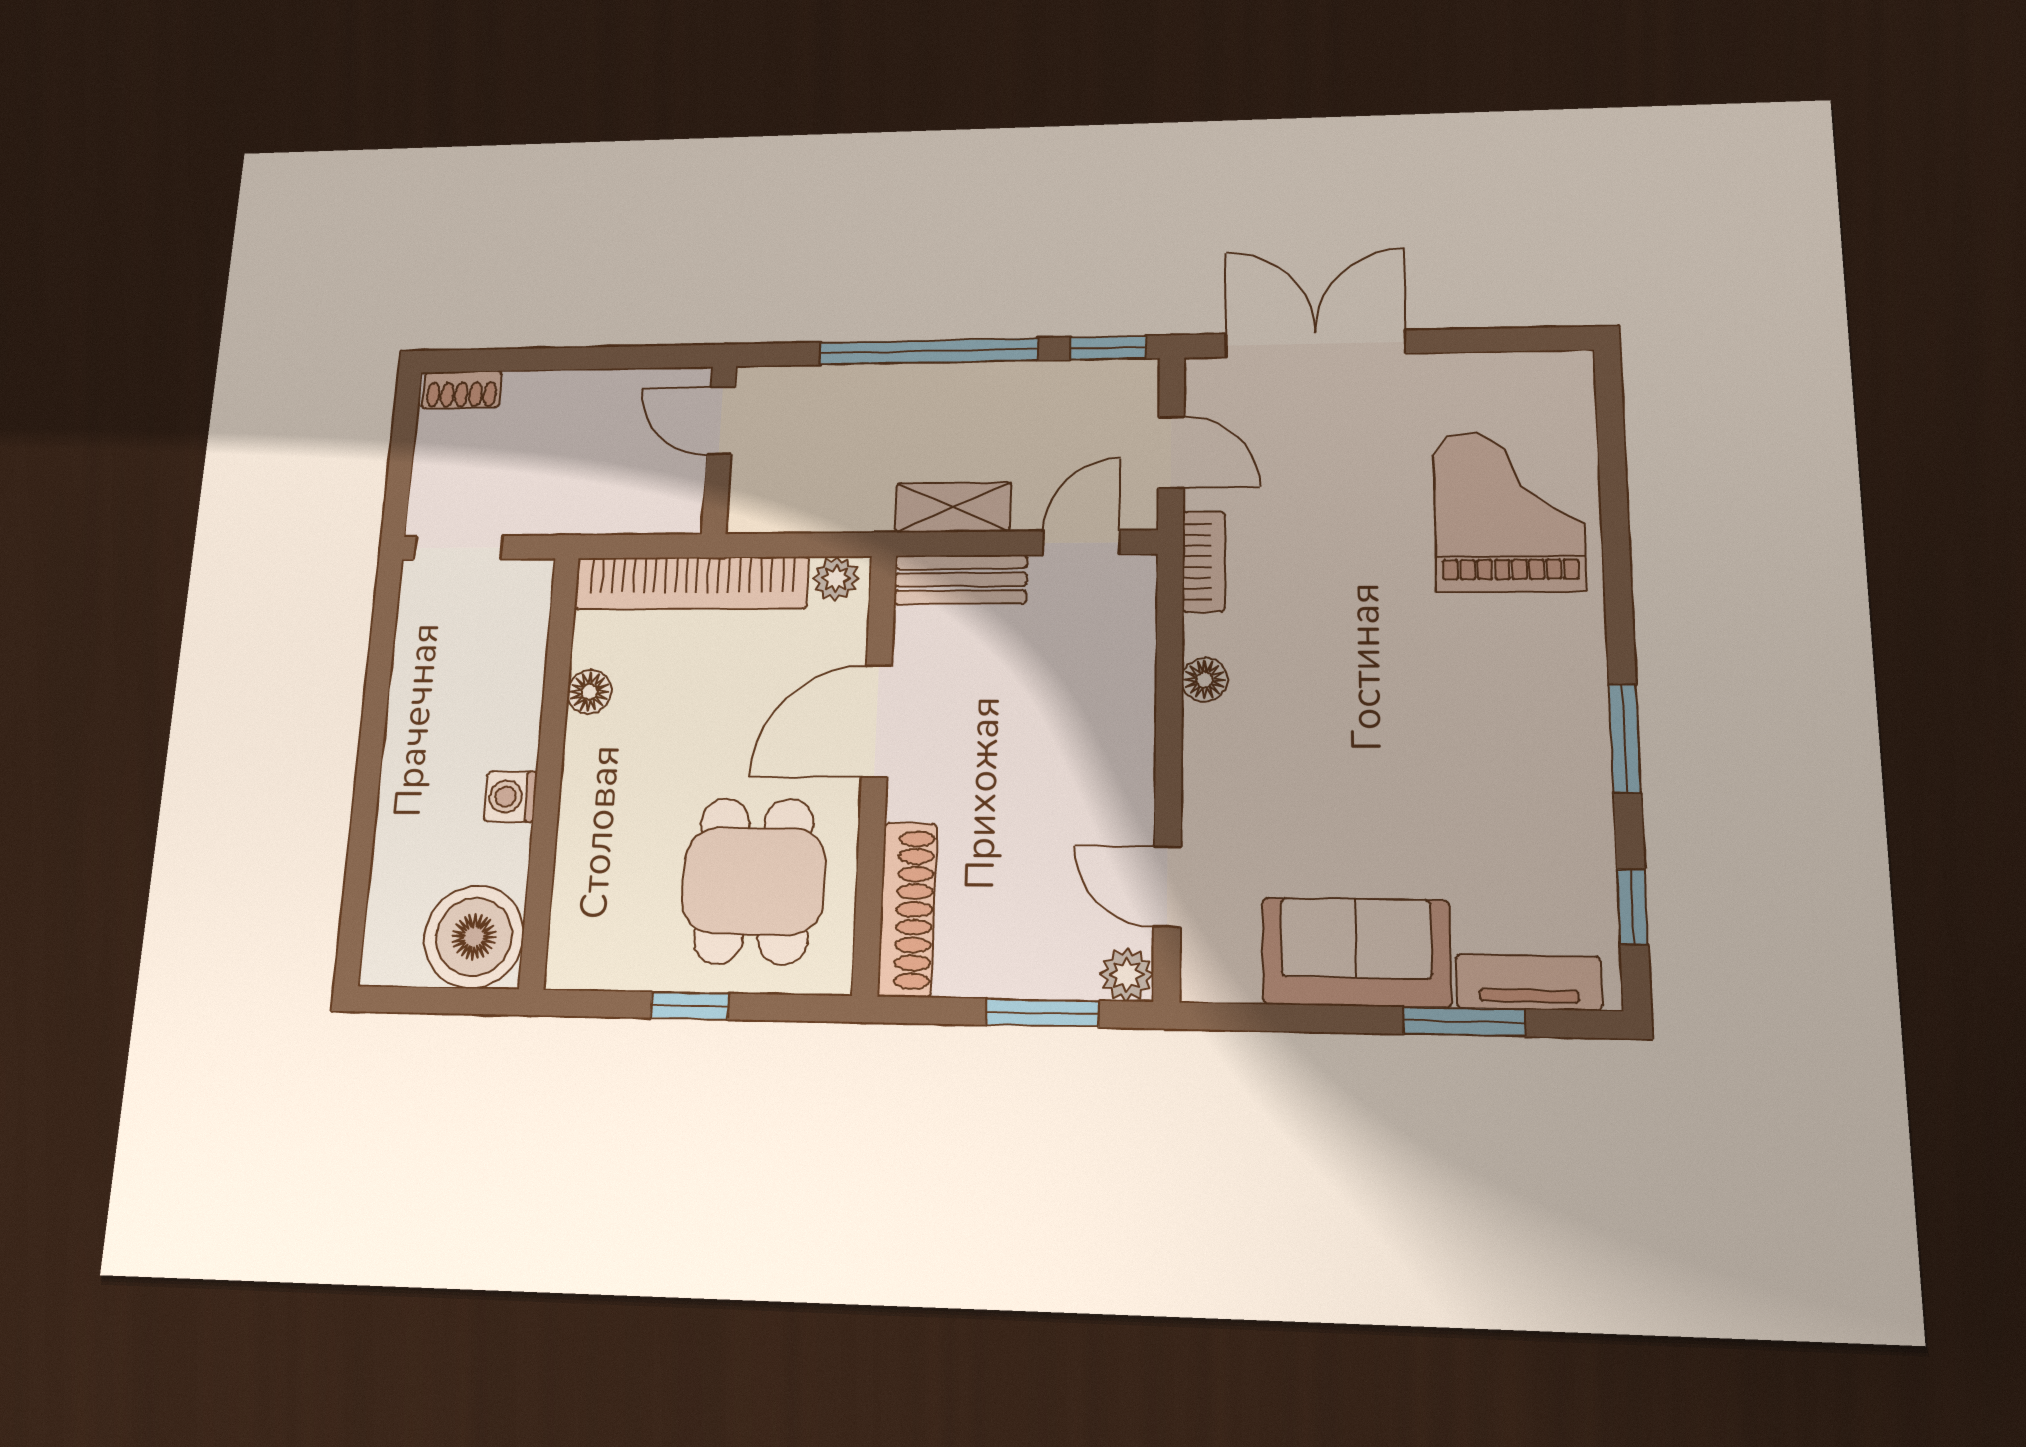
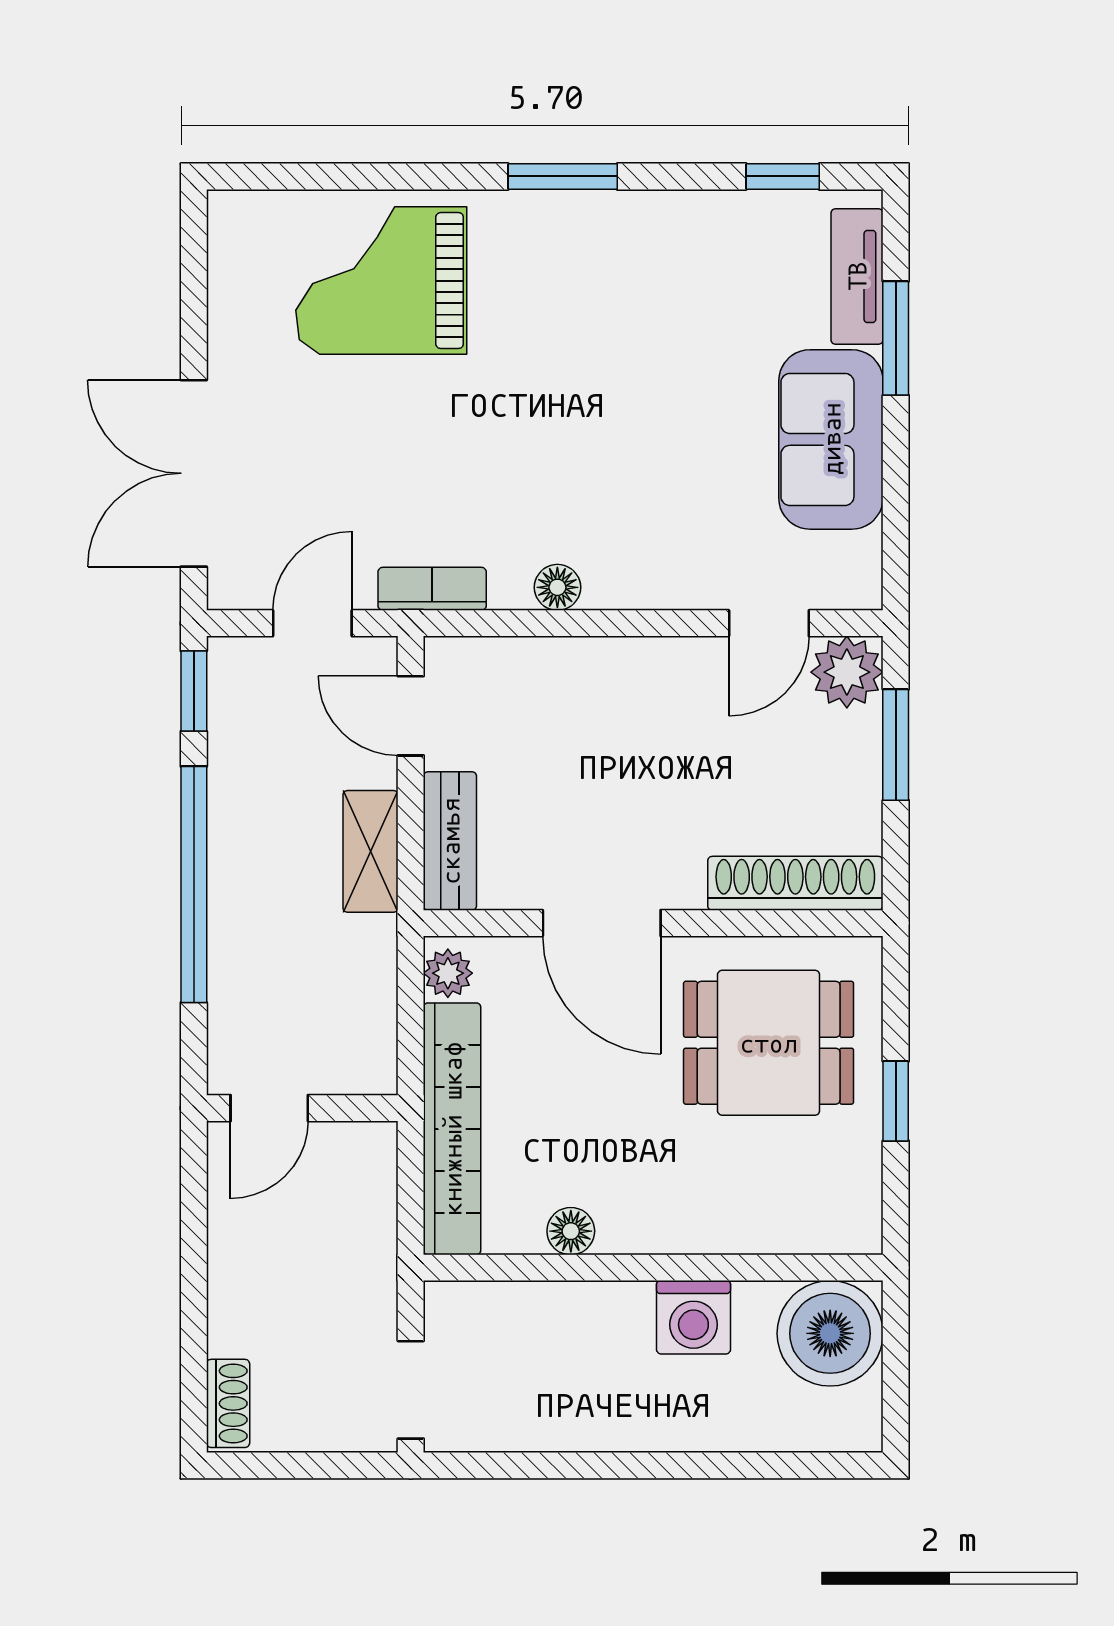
window: (1625, 738) -> (563, 176), moved
washing machine: (511, 797) -> (693, 1317), width x1.38, depth x1.38
plant: (1127, 975) -> (847, 672), width x1.38, depth x1.38

